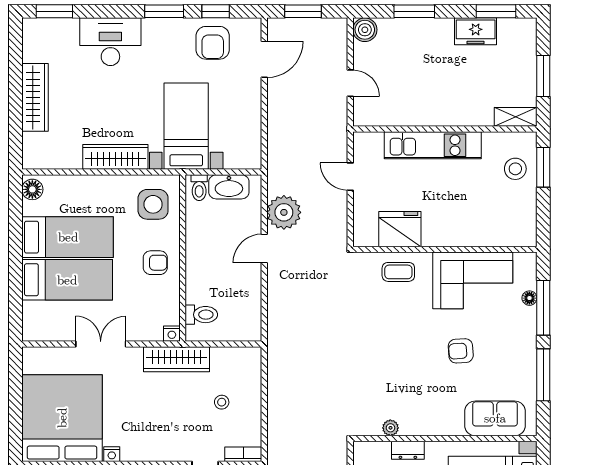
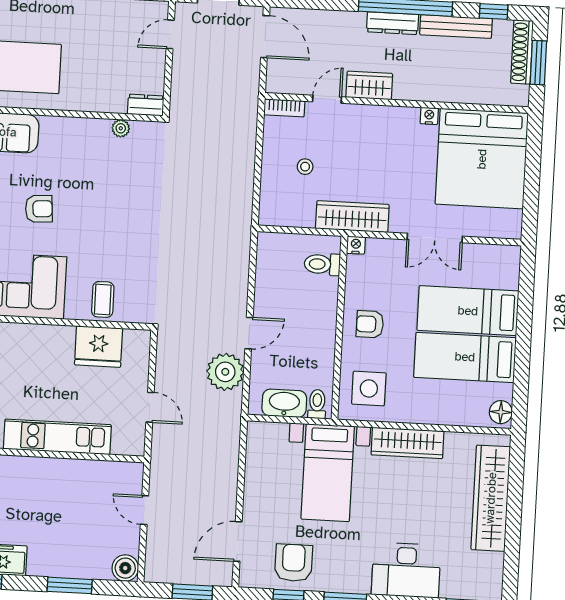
wardrobe: (35, 97) -> (491, 498), width x1.40, depth x1.17
coffee table: (398, 272) -> (103, 299), turned 90
dresser: (408, 450) -> (146, 105), moved

